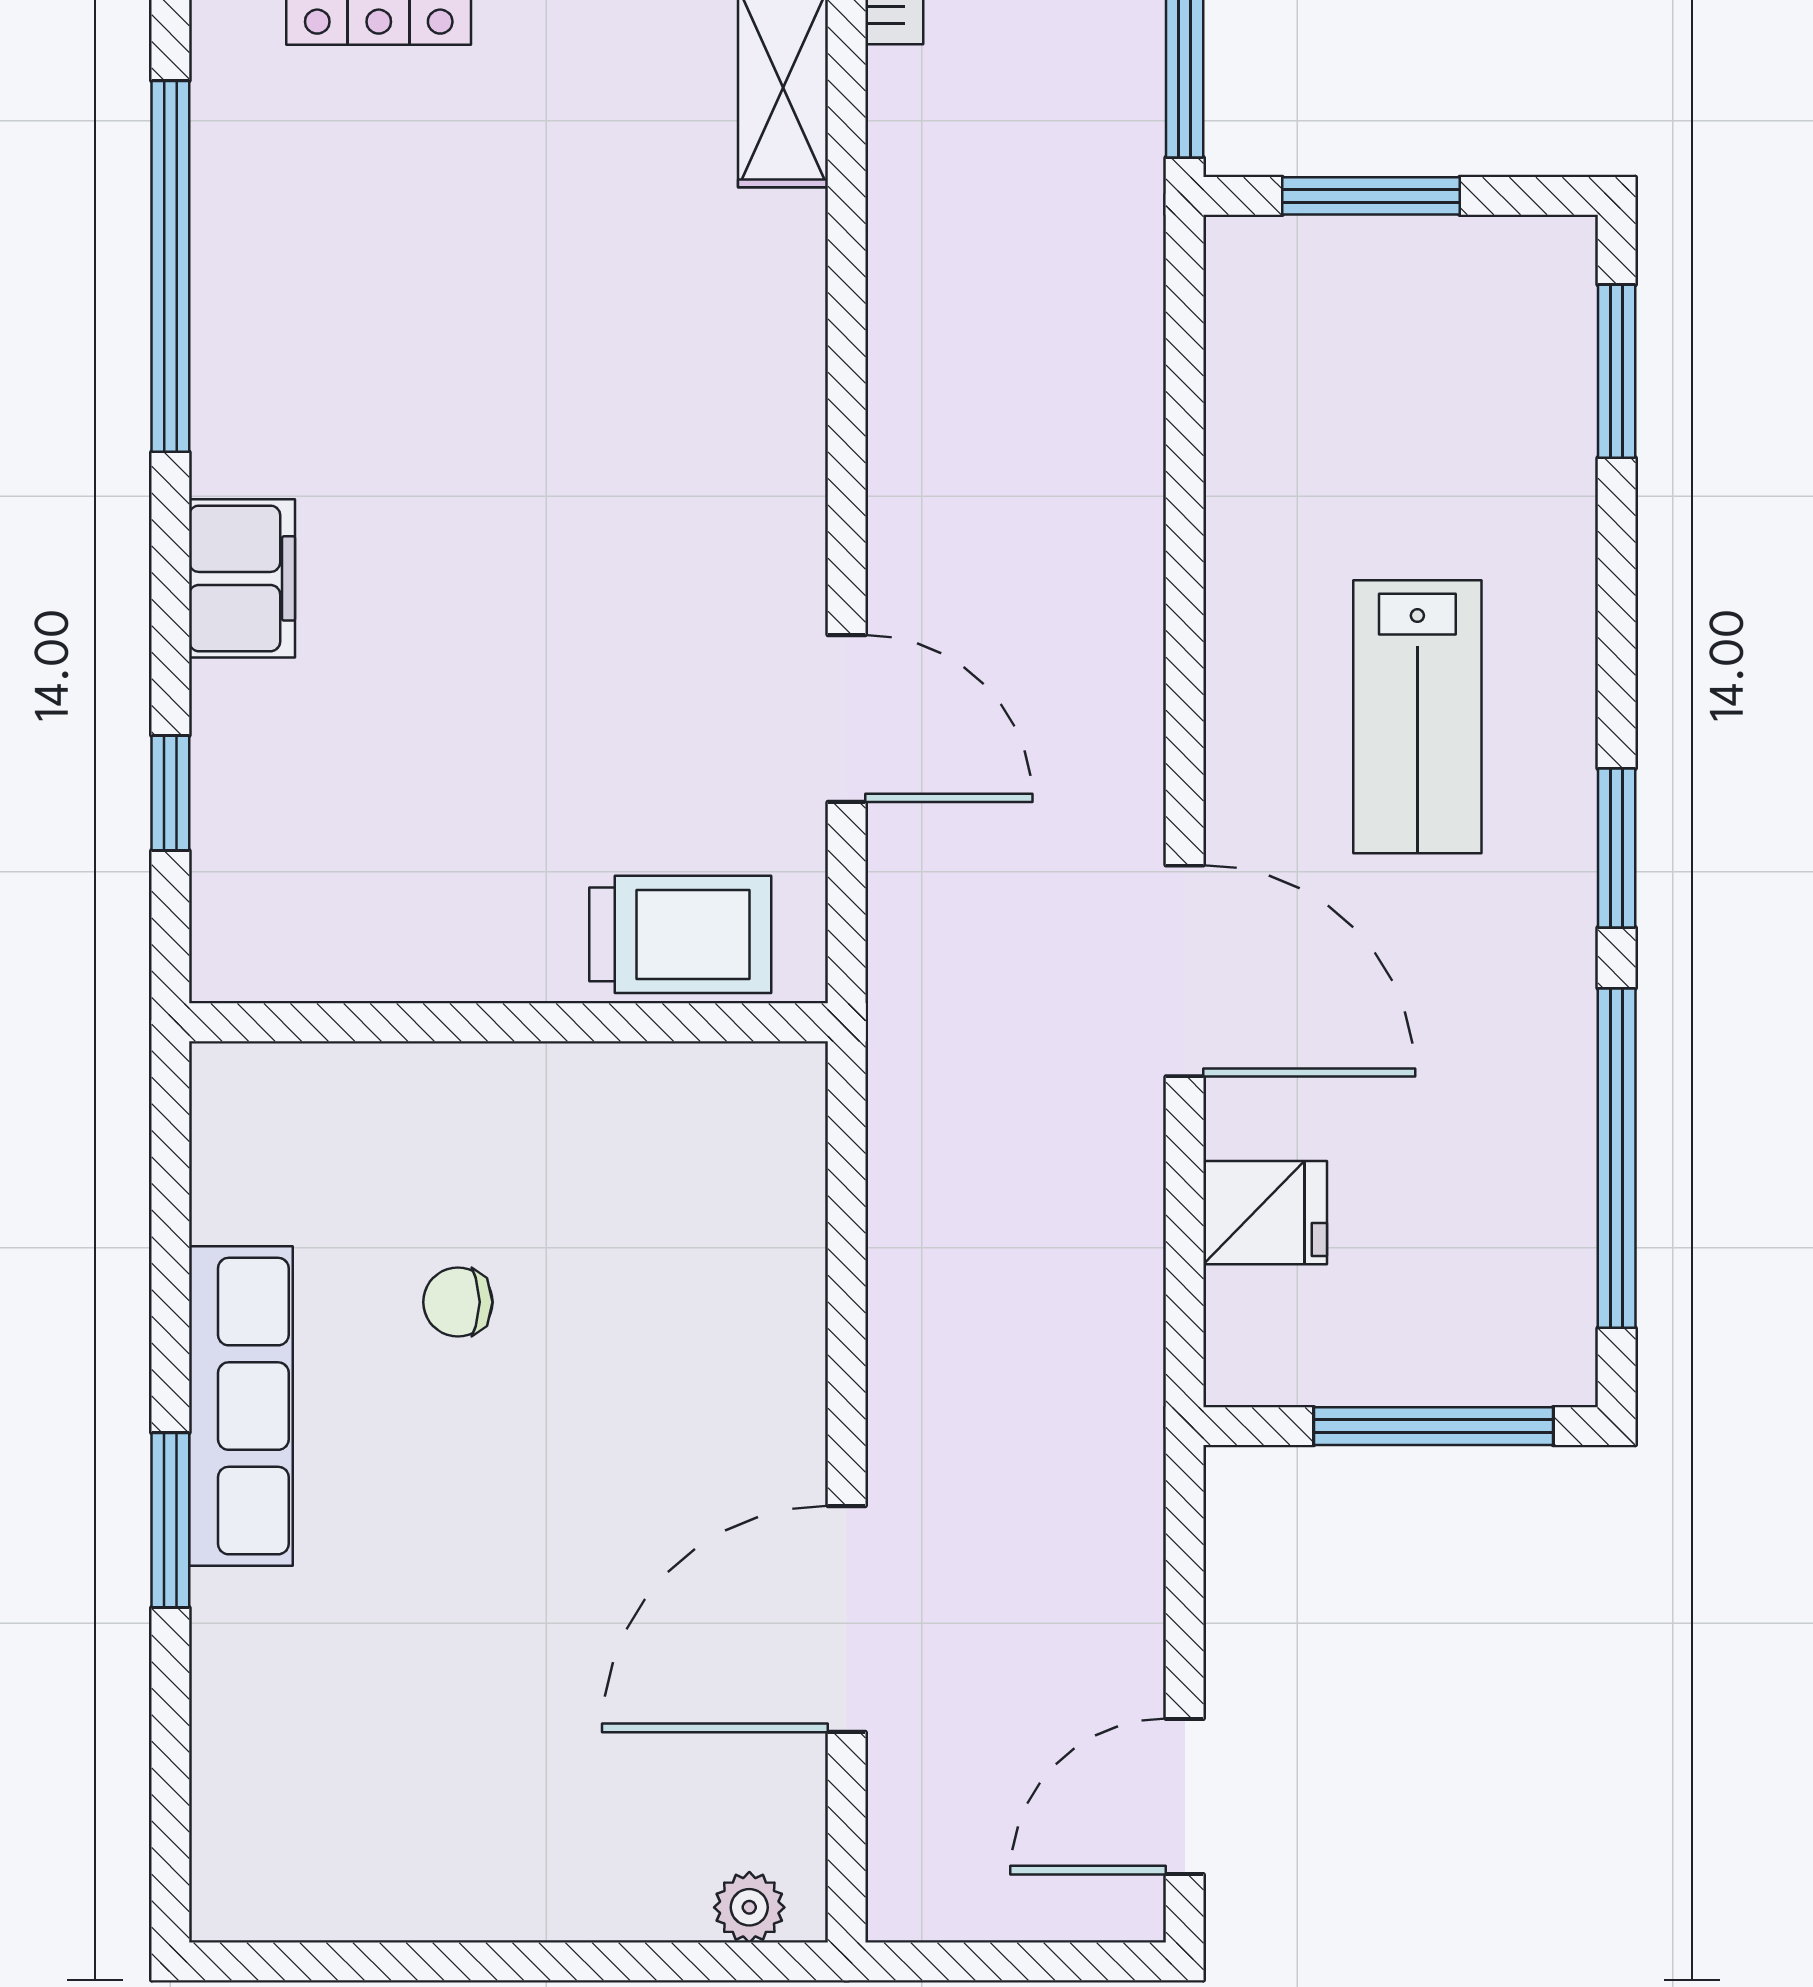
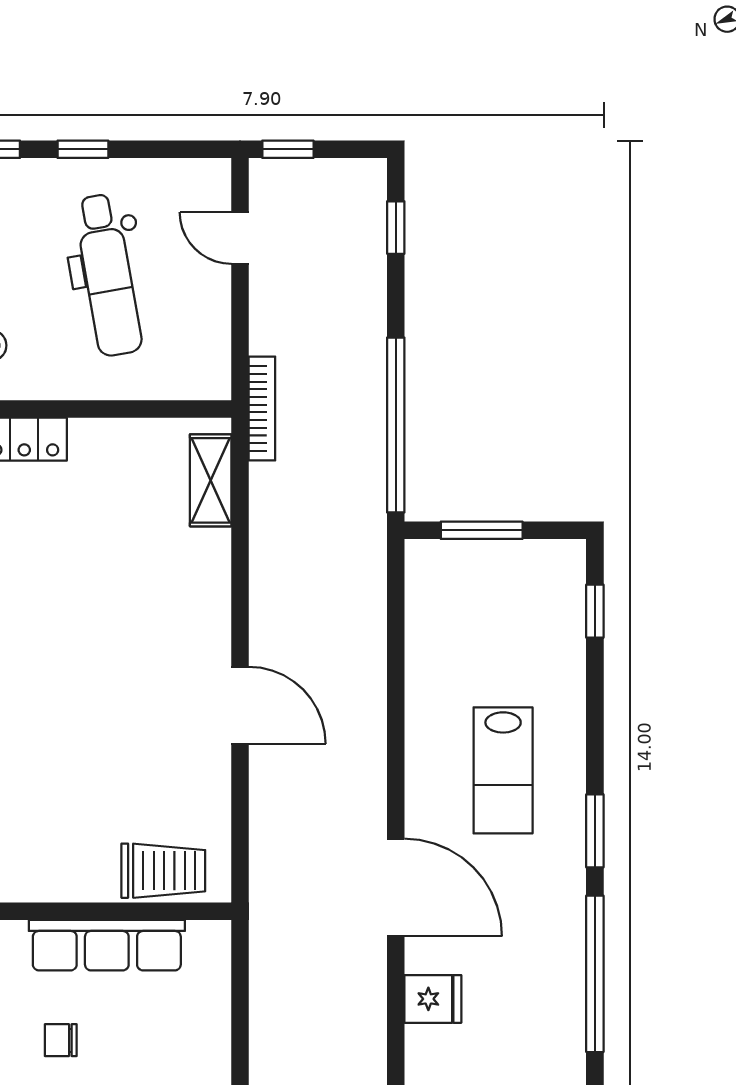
window: (1617, 371) -> (595, 611), width x0.67
door: (847, 719) -> (240, 705), moved
row of seats: (558, 1096) -> (107, 945), added

